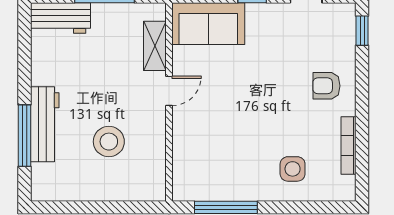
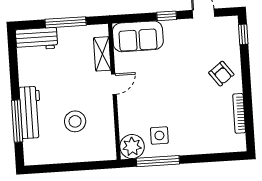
armchair: (326, 86) -> (221, 74), turned -127
side table: (293, 169) -> (159, 135), moved
plant: (190, 184) -> (132, 147), added

